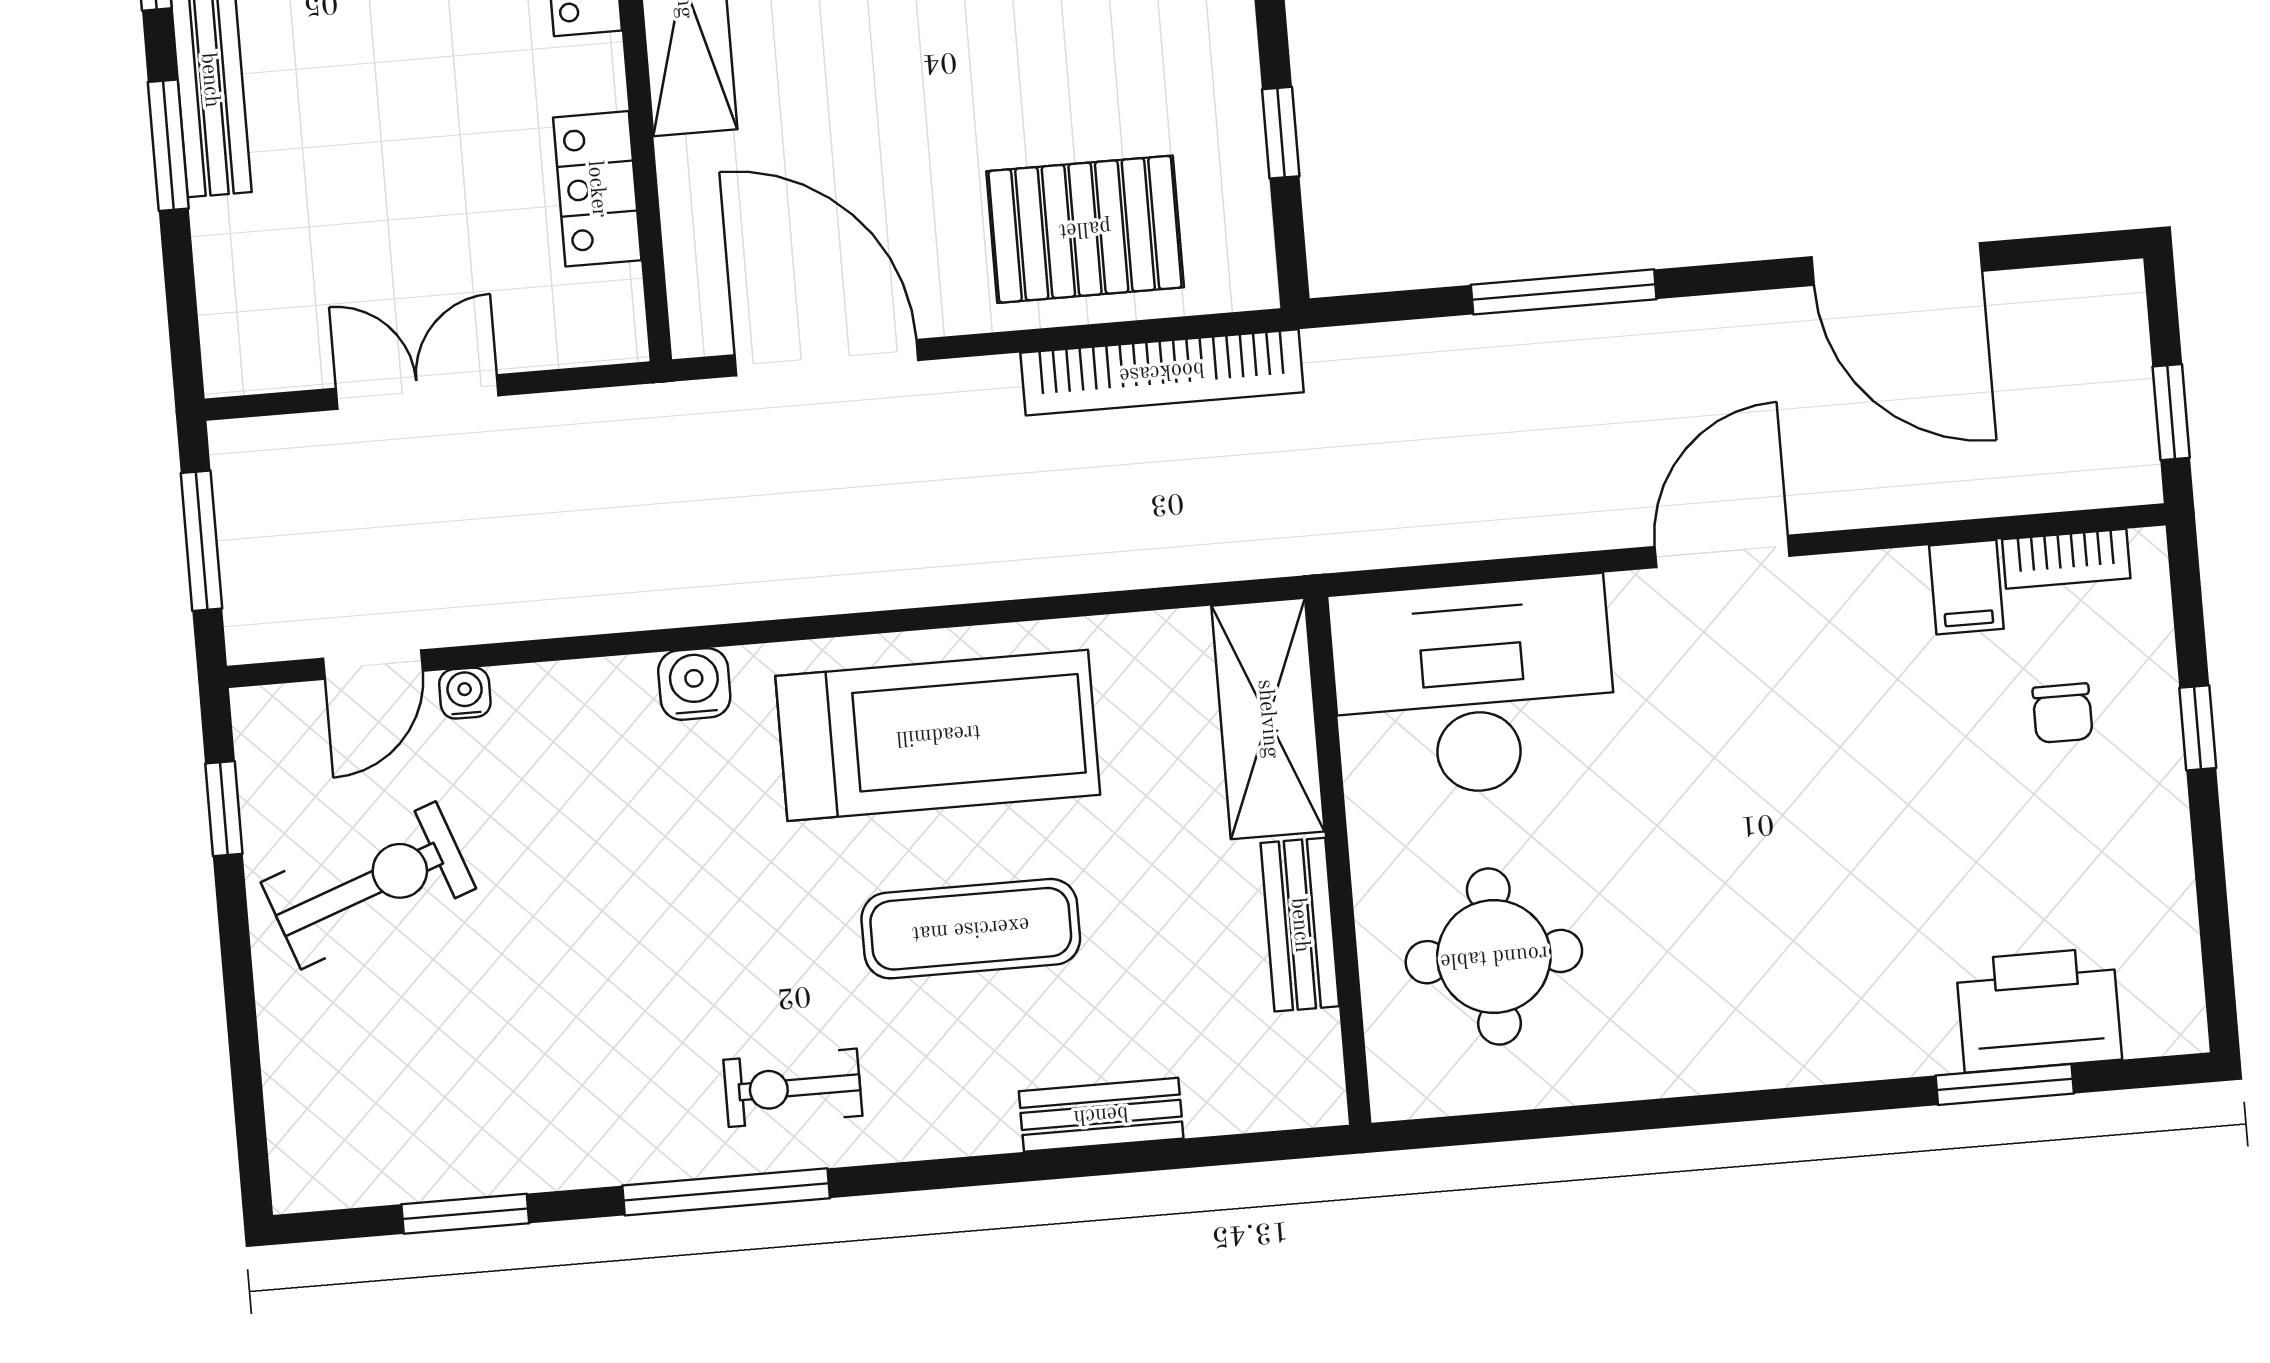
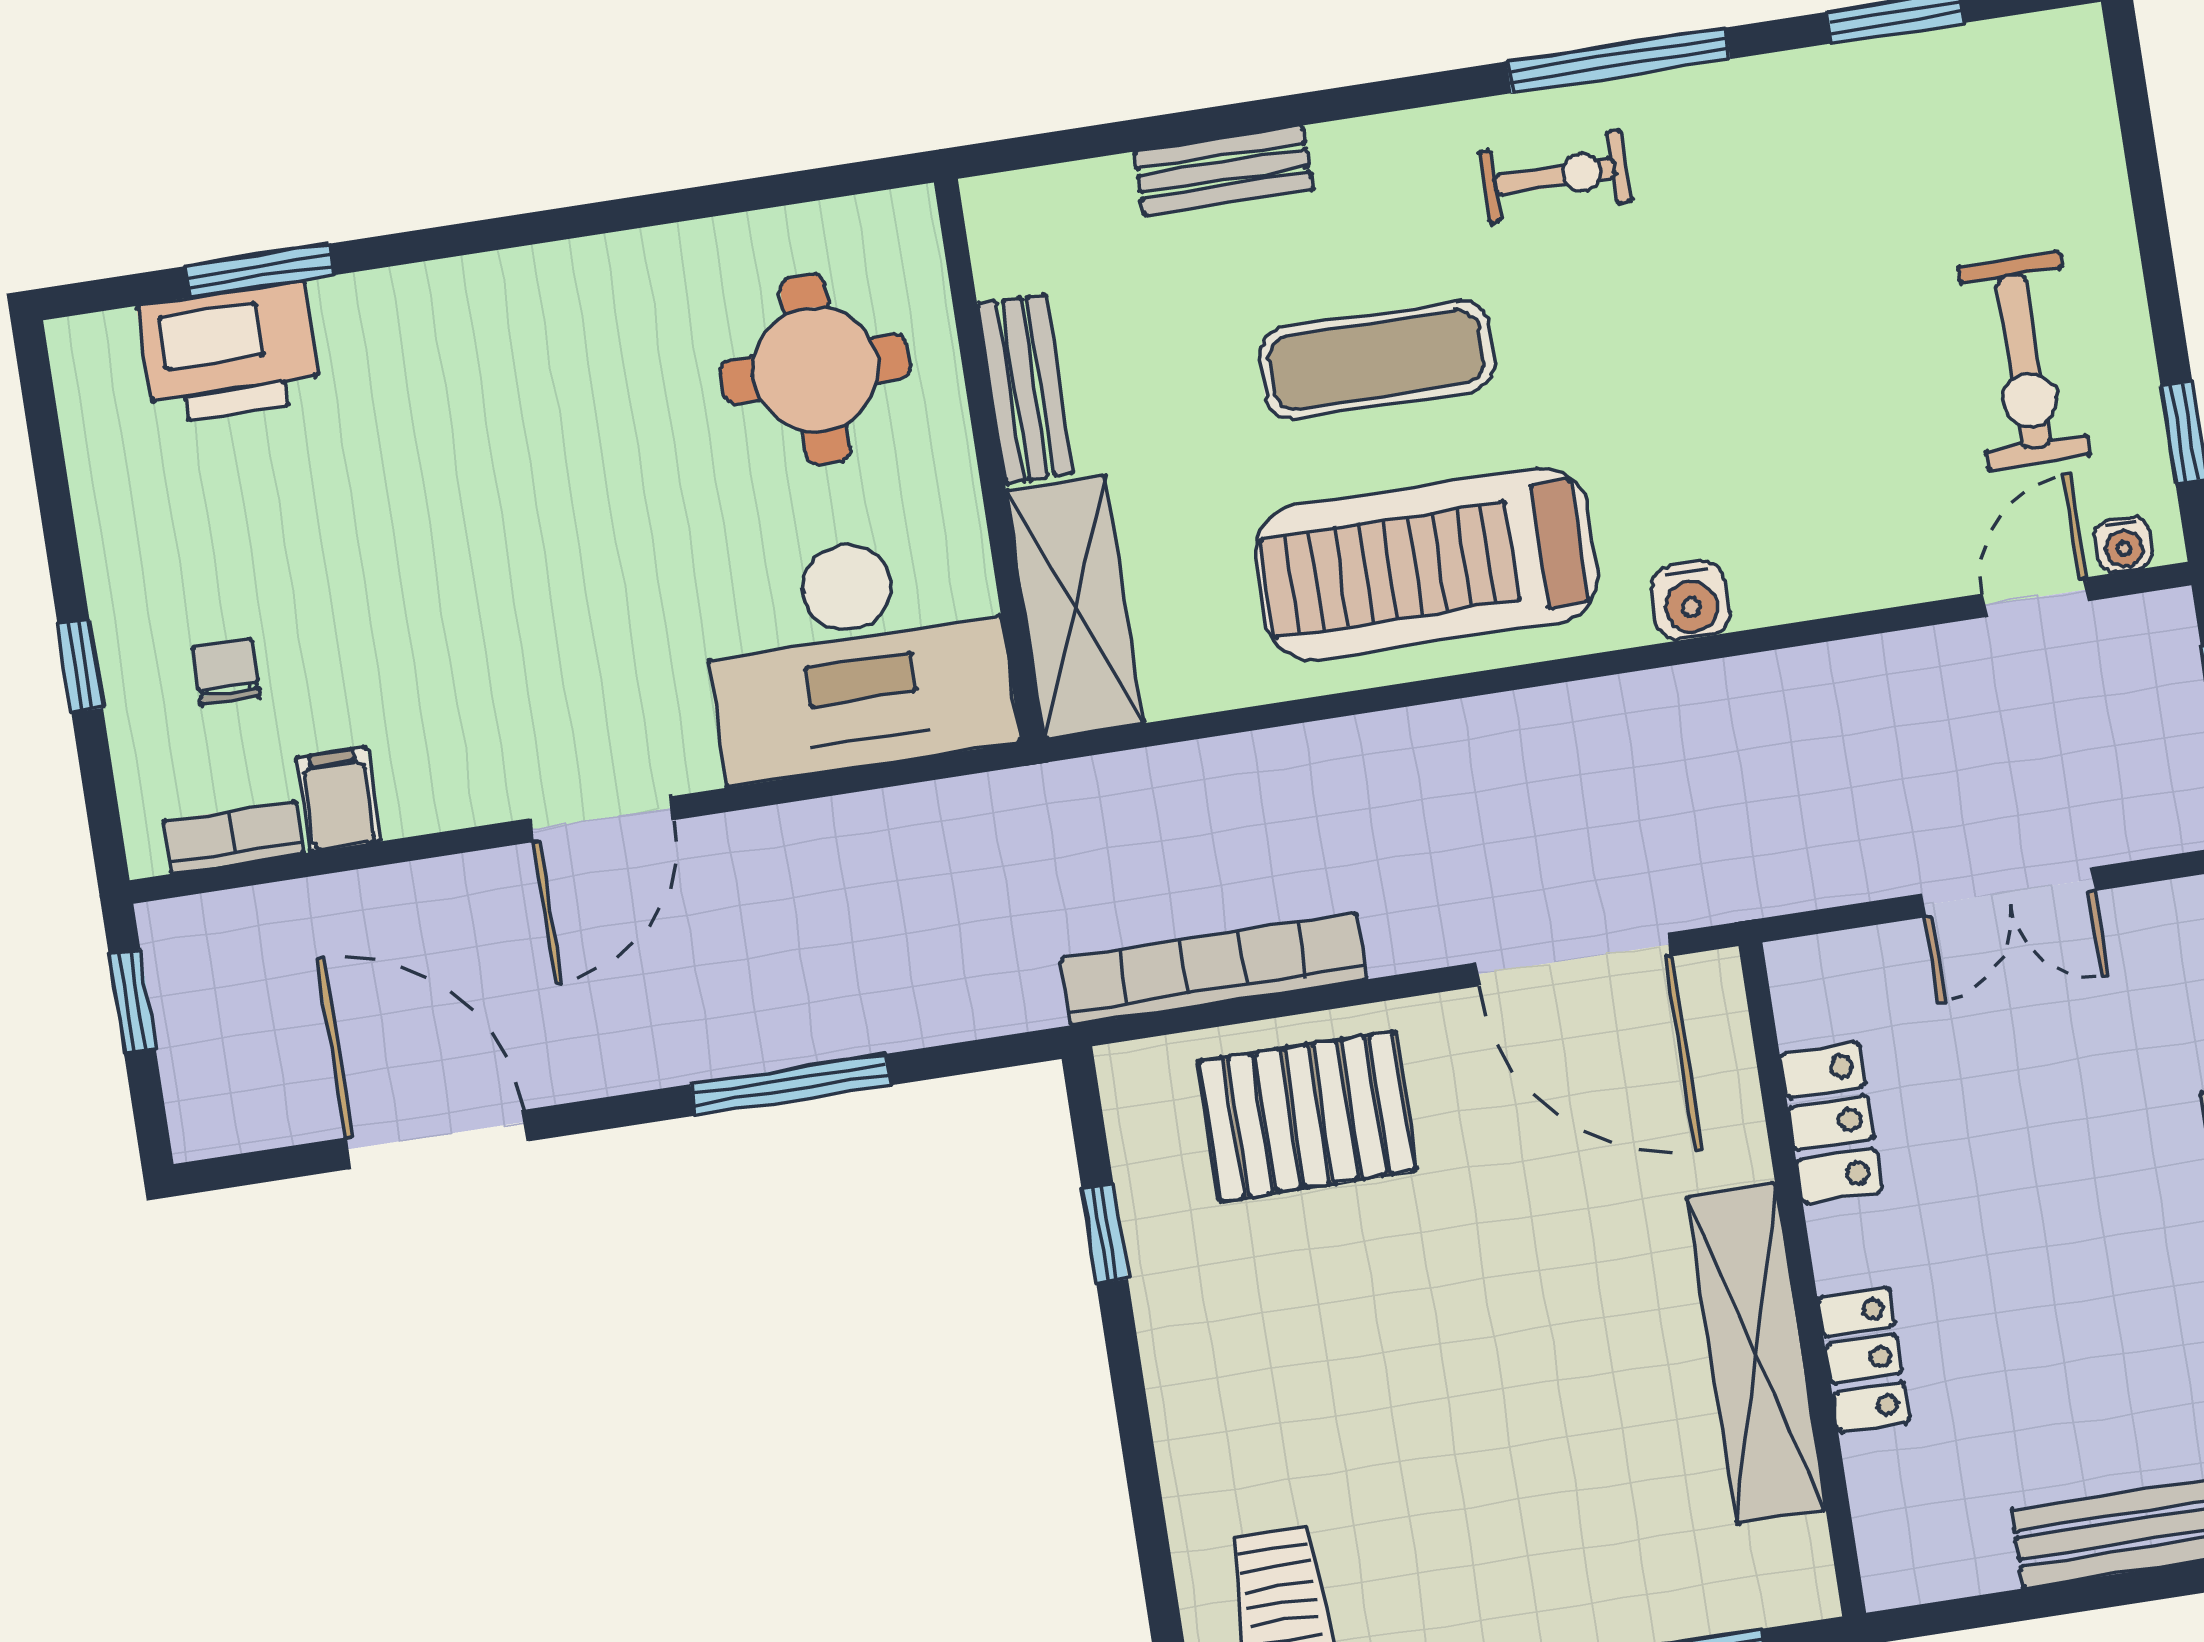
water cooler: (465, 693) -> (2124, 545), moved
exercise bike: (368, 885) -> (2024, 361), turned -70

